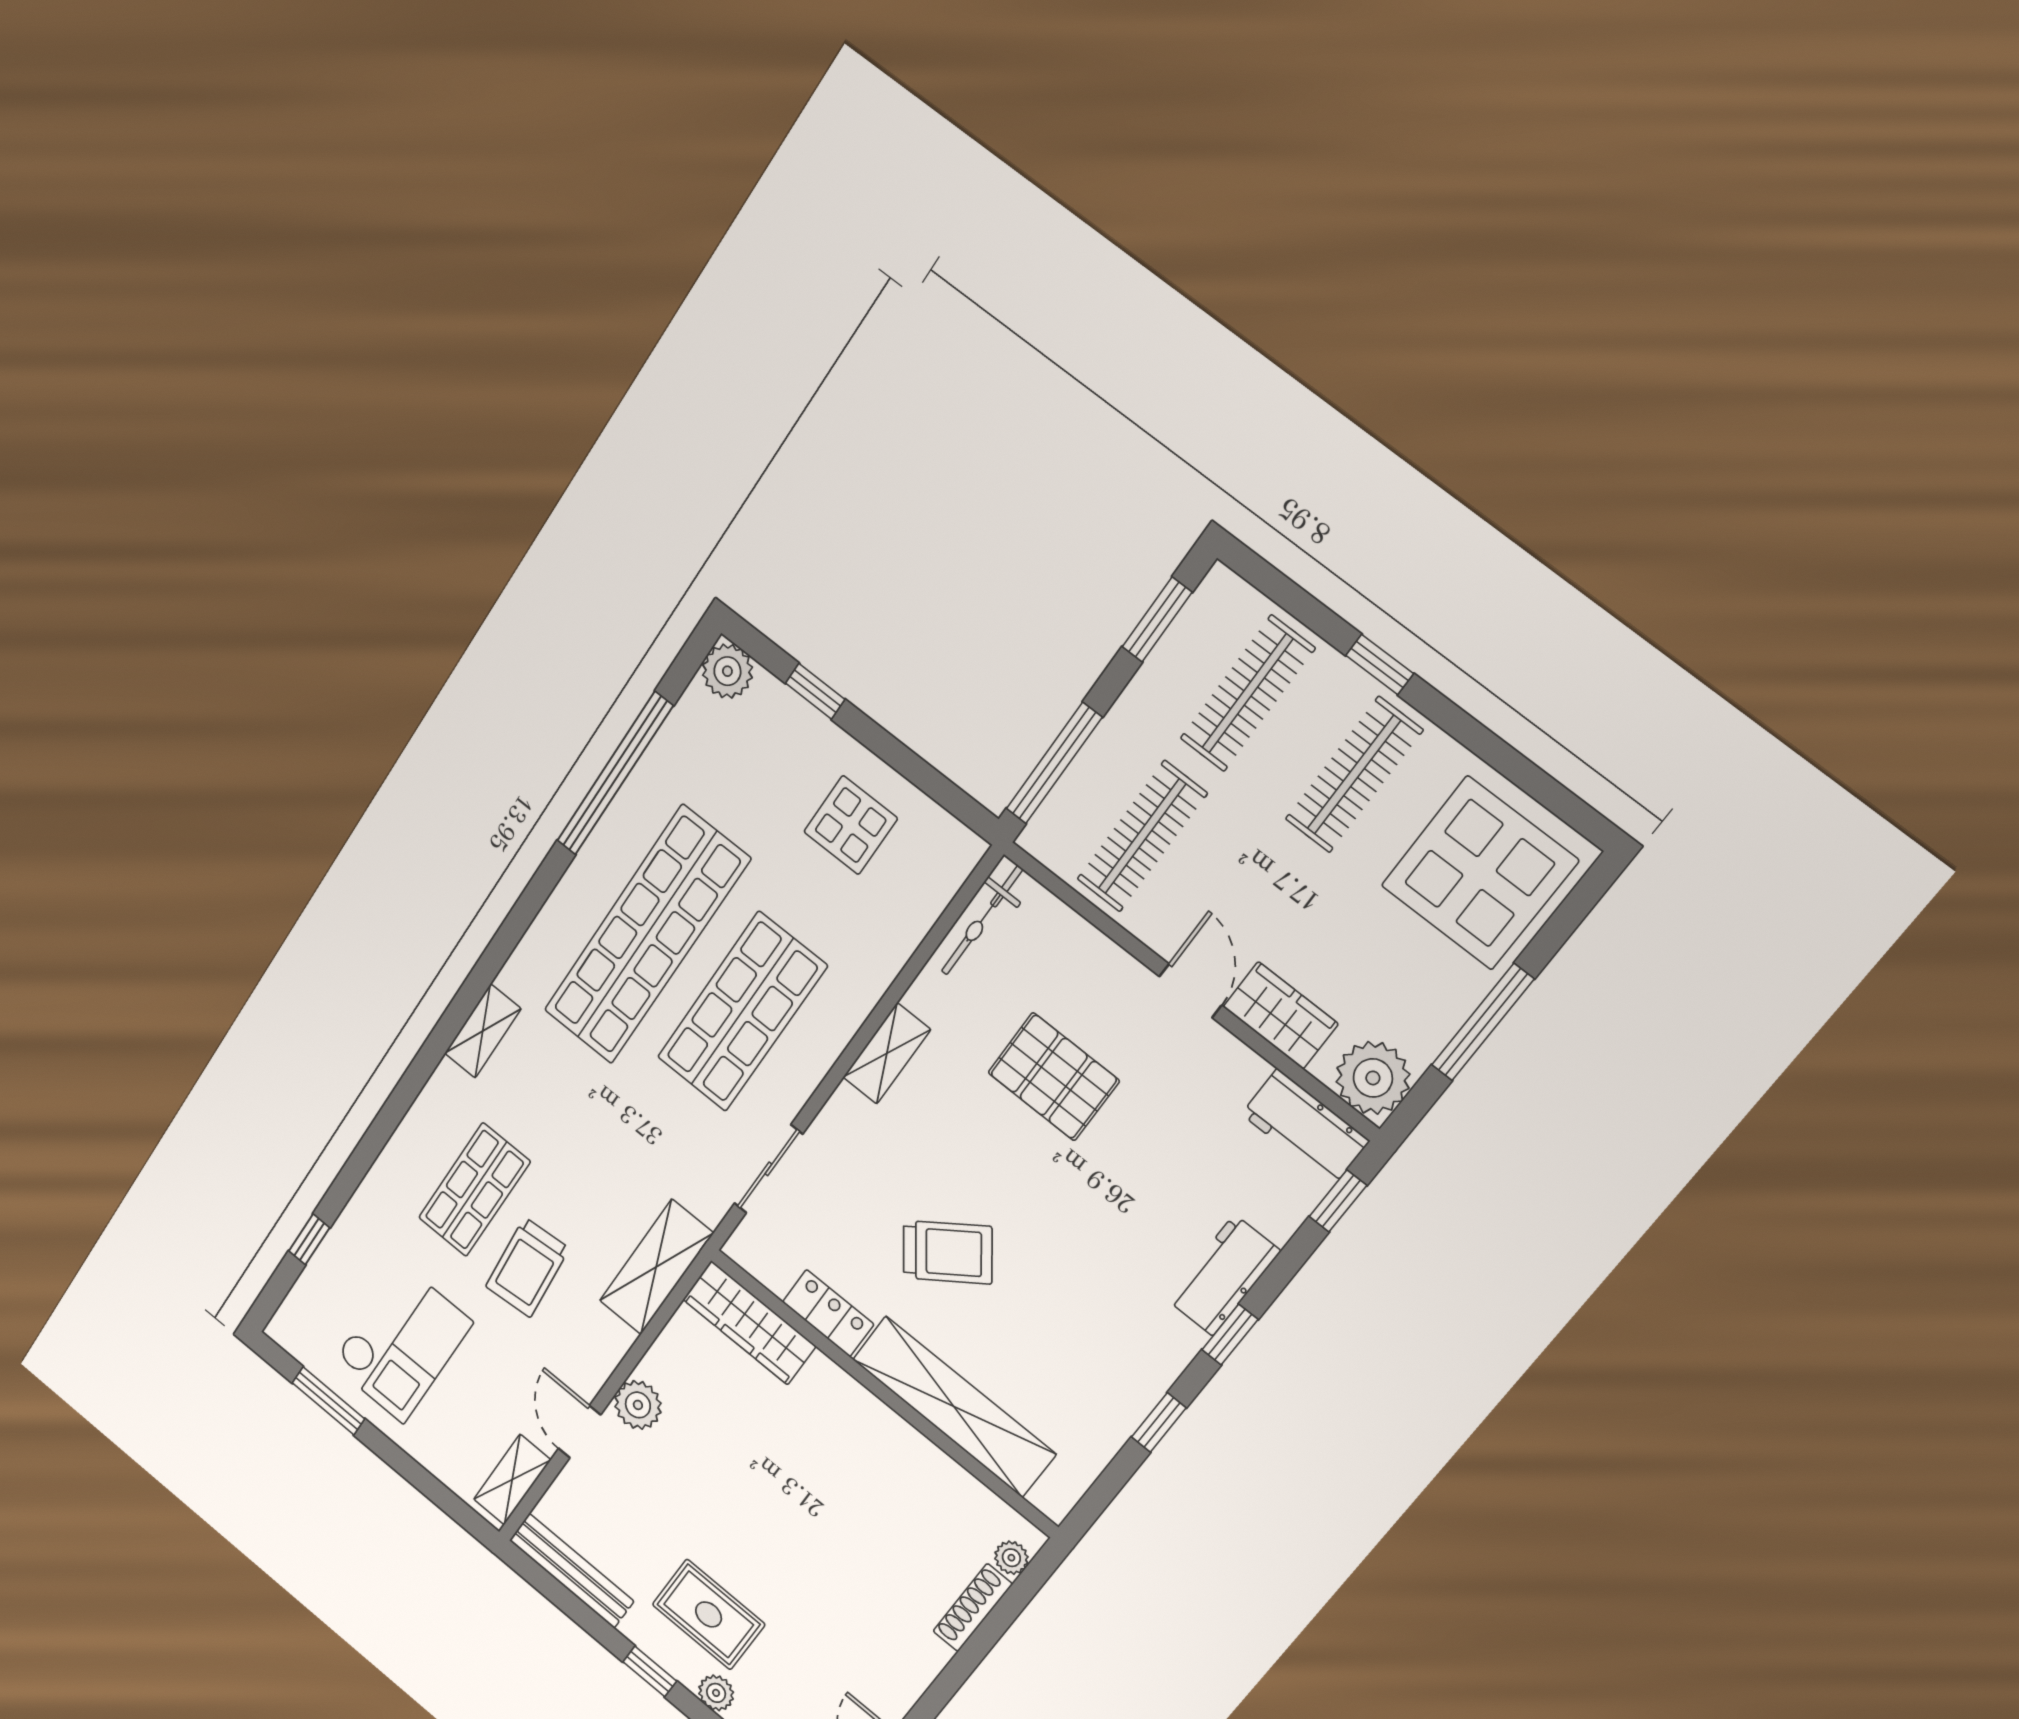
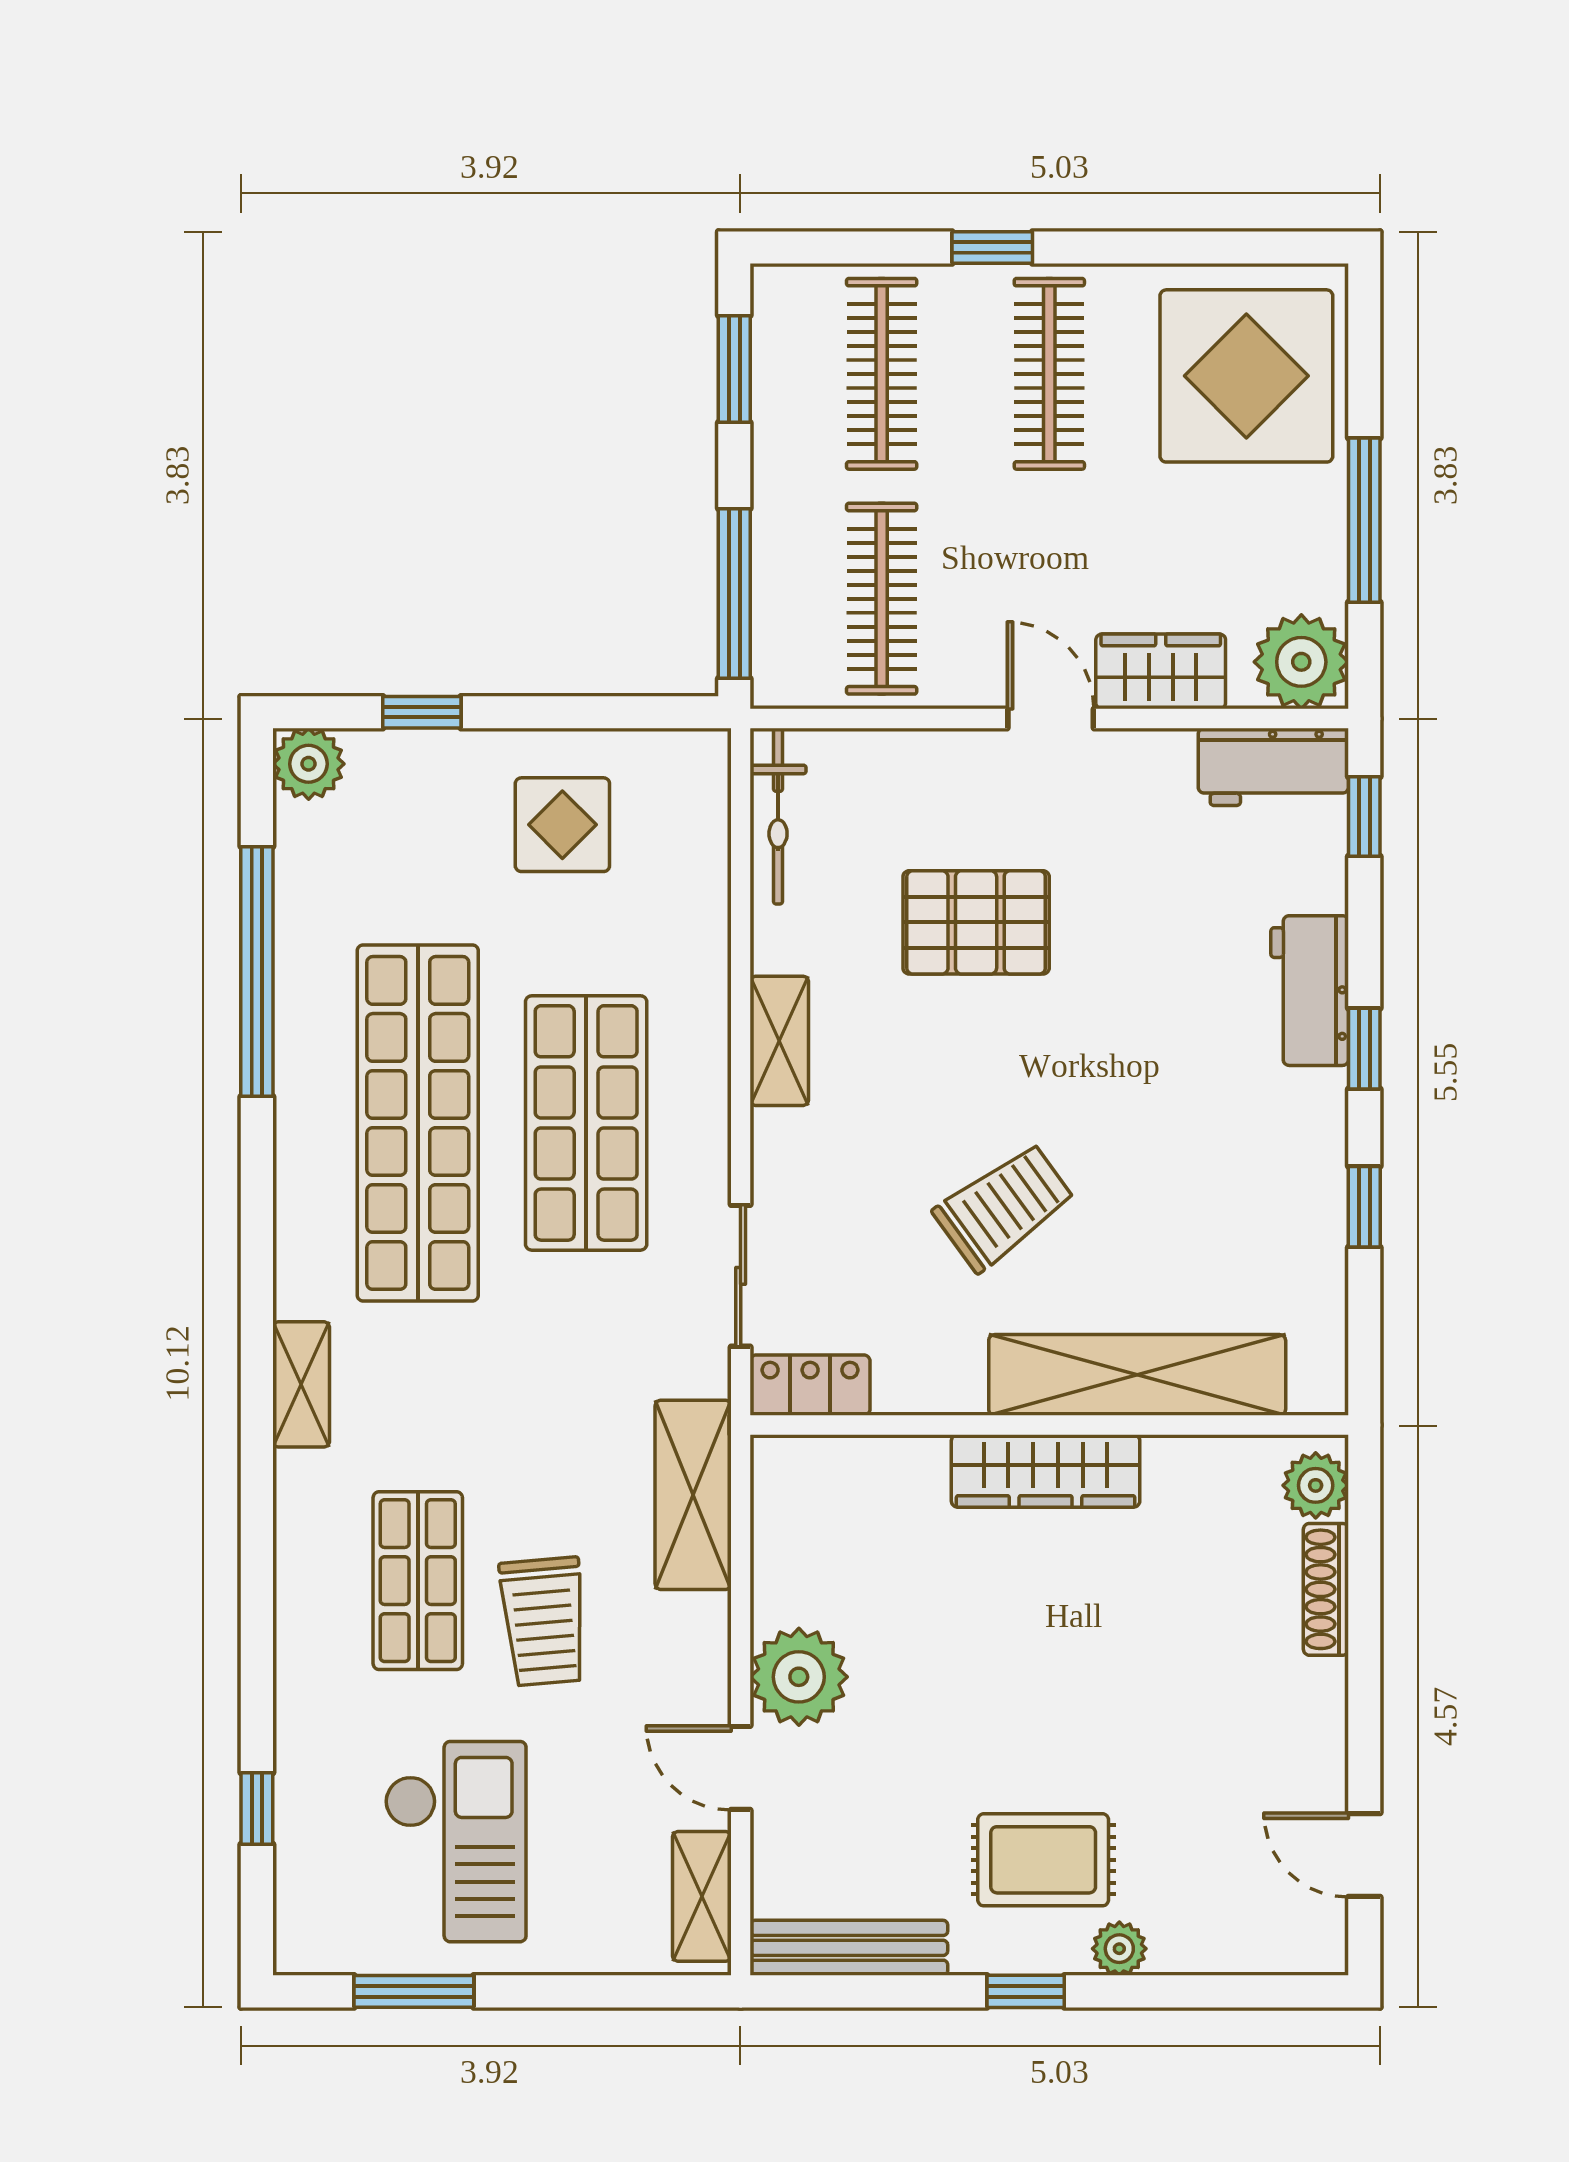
locker: (828, 1313) -> (810, 1385), moved
wardrobe: (749, 1323) -> (1046, 1471), moved
plant: (638, 1405) -> (799, 1677), width x1.36, depth x1.36
plant: (1011, 1558) -> (1316, 1485), width x1.38, depth x1.38

